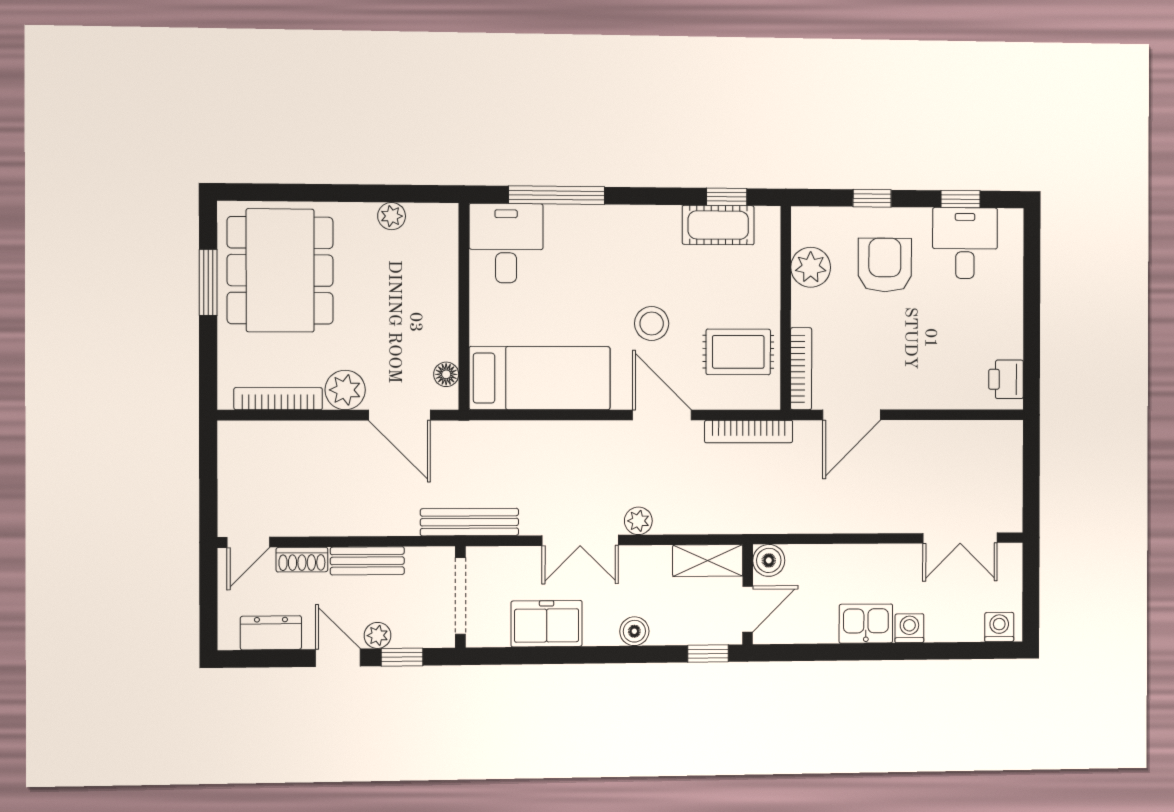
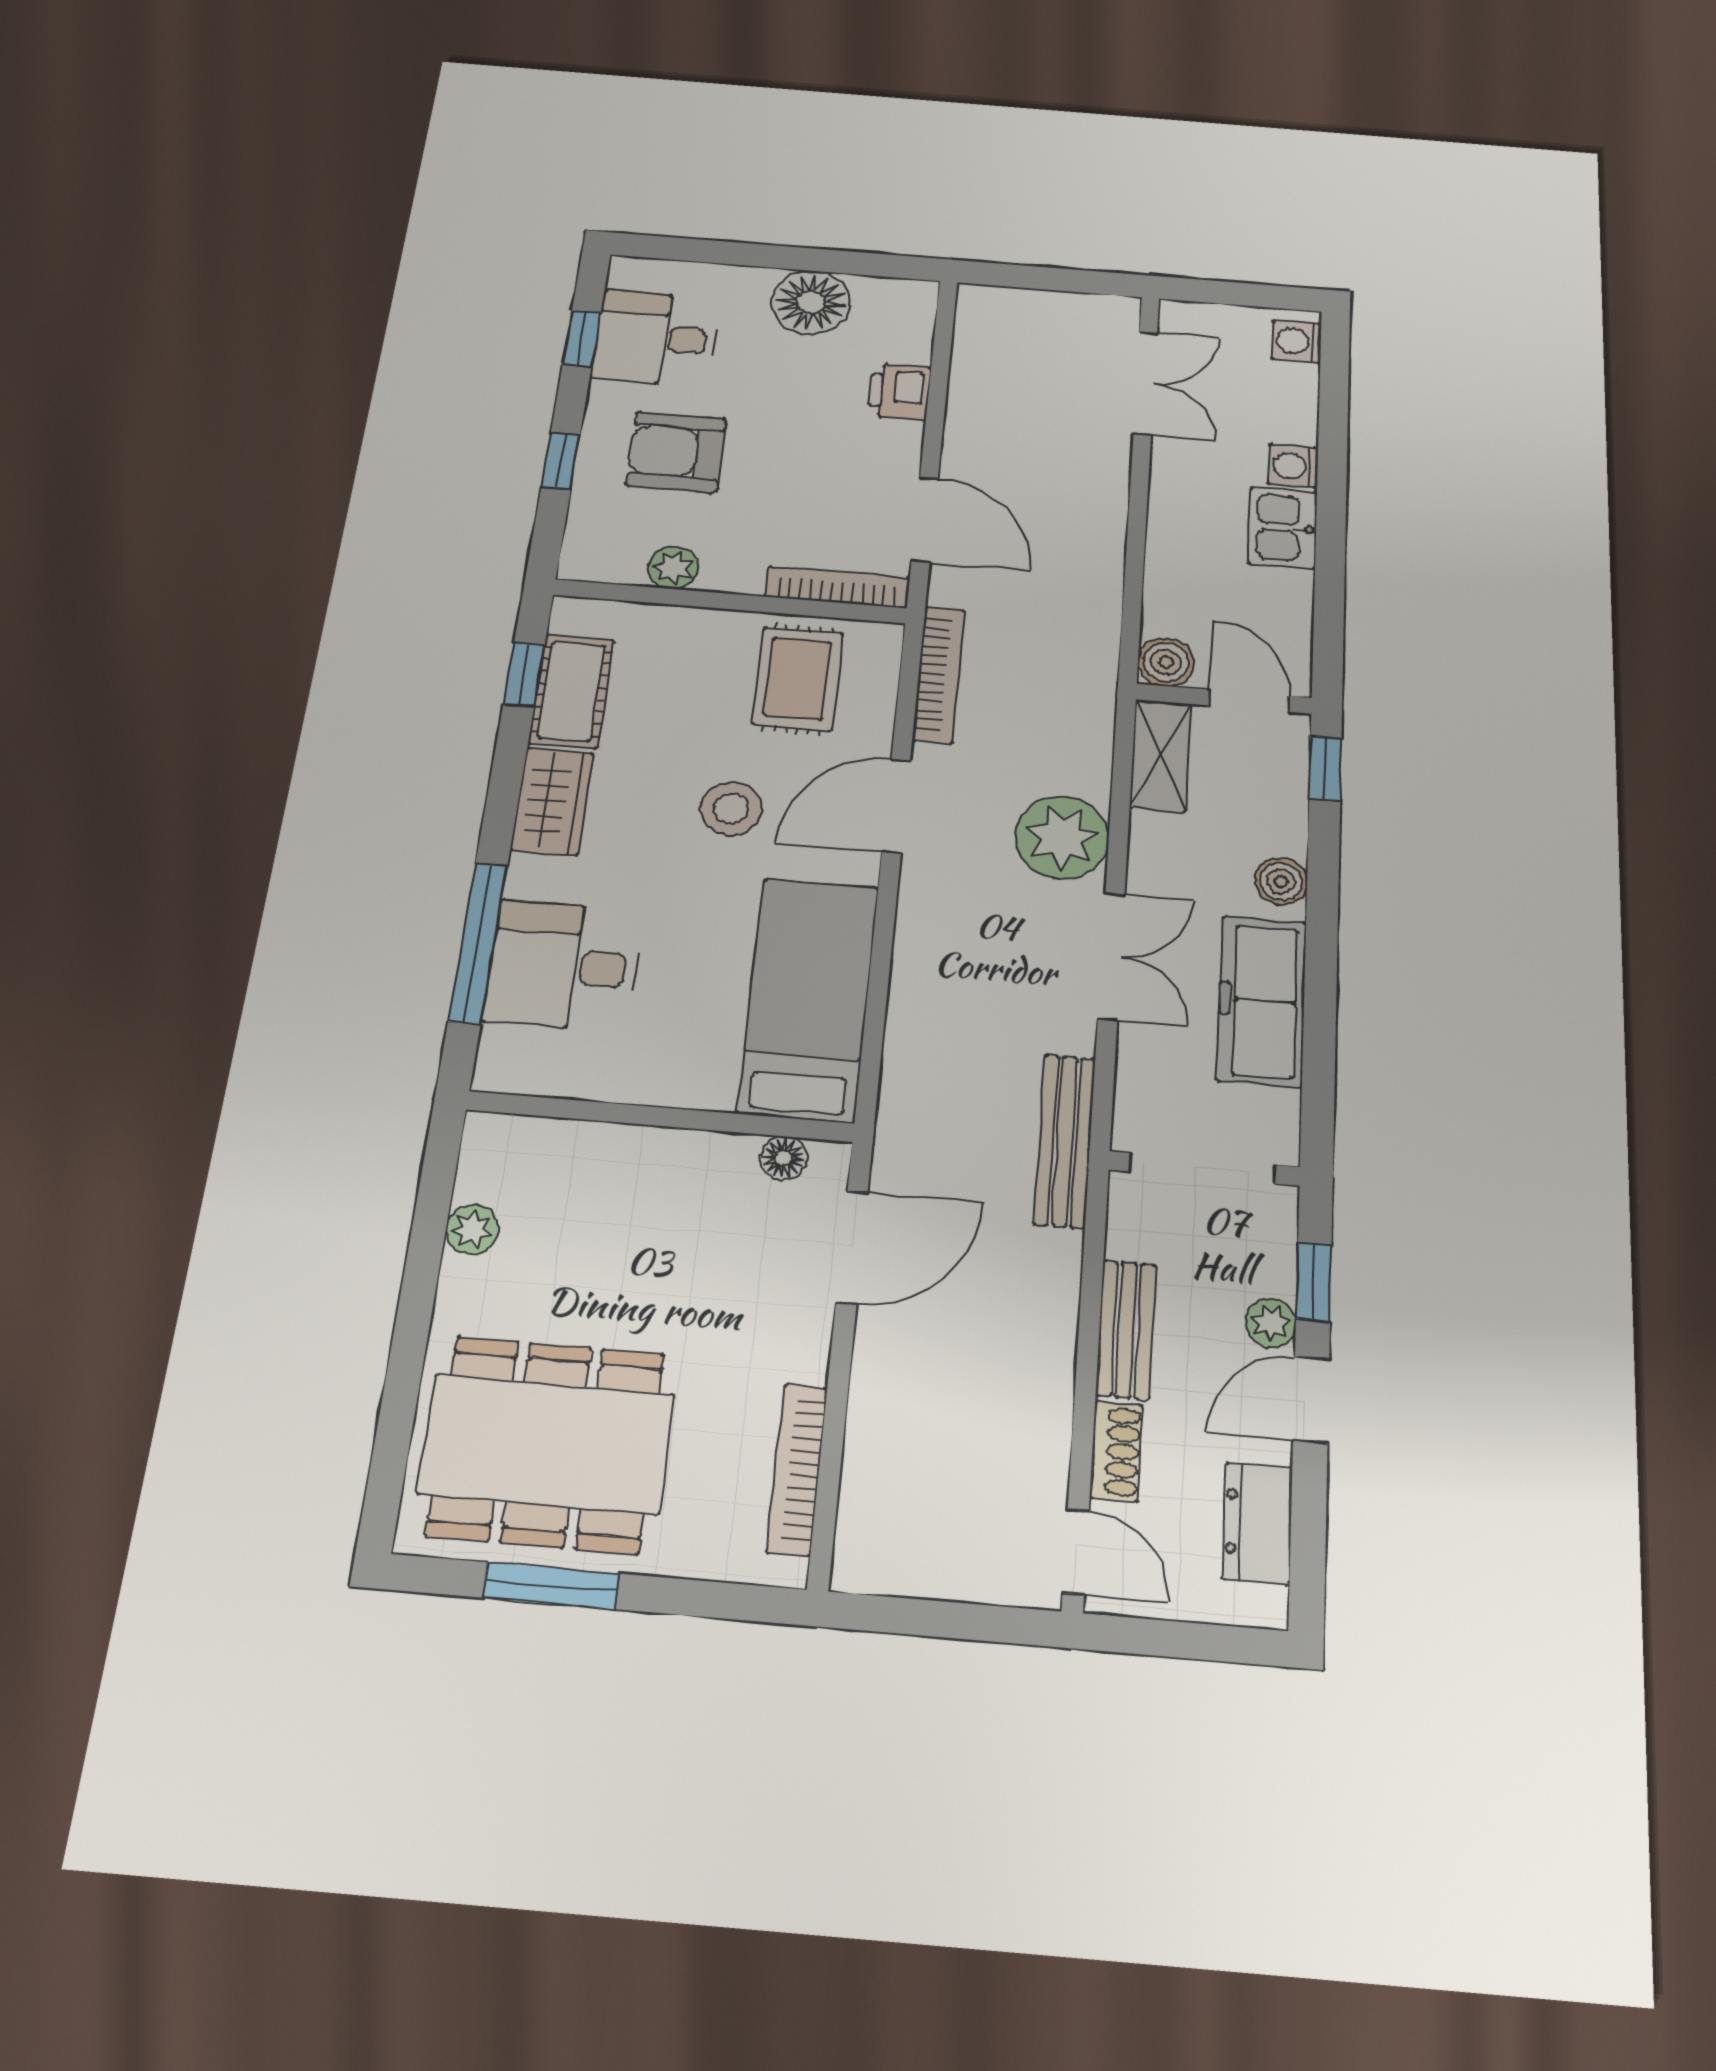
wardrobe: (647, 224) -> (552, 801), added
desk: (506, 243) -> (564, 966), moved
plant: (811, 267) -> (673, 568), width x0.73, depth x0.73
floor lamp: (1000, 333) -> (811, 302), added
printer: (1006, 379) -> (899, 392), moved, turned 90
plant: (345, 390) -> (793, 1342), removed
plant: (638, 521) -> (1062, 838), width x1.87, depth x1.87
freezer: (547, 624) -> (1262, 1001), width x1.40

